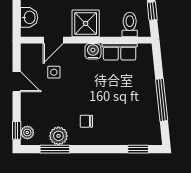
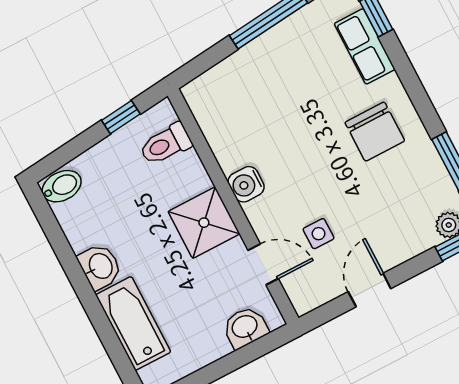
row of seats: (120, 52) -> (365, 46), moved, turned 180
chair: (86, 121) -> (375, 132), width x1.87, depth x1.87
plant: (58, 136) -> (426, 167), removed

